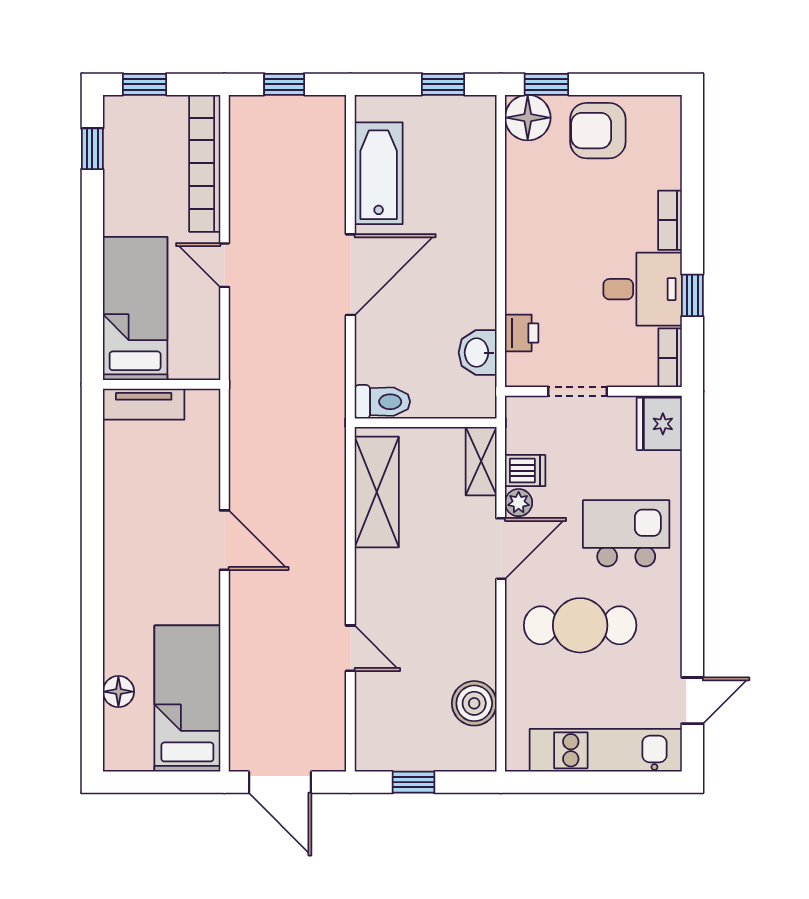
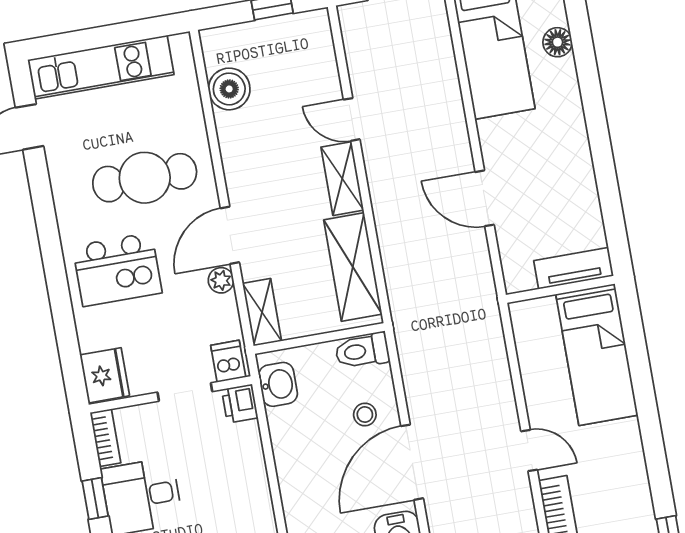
bed: (135, 308) -> (597, 355), moved
printer: (522, 333) -> (240, 404), moved
stool: (391, 334) -> (365, 415), added
washbasin: (478, 353) -> (278, 384), moved
wall: (162, 384) -> (560, 289), moved
tv unit: (144, 404) -> (574, 268), moved
dishwasher: (525, 471) -> (228, 361), moved, turned 90
shelving: (371, 588) -> (342, 179), added

